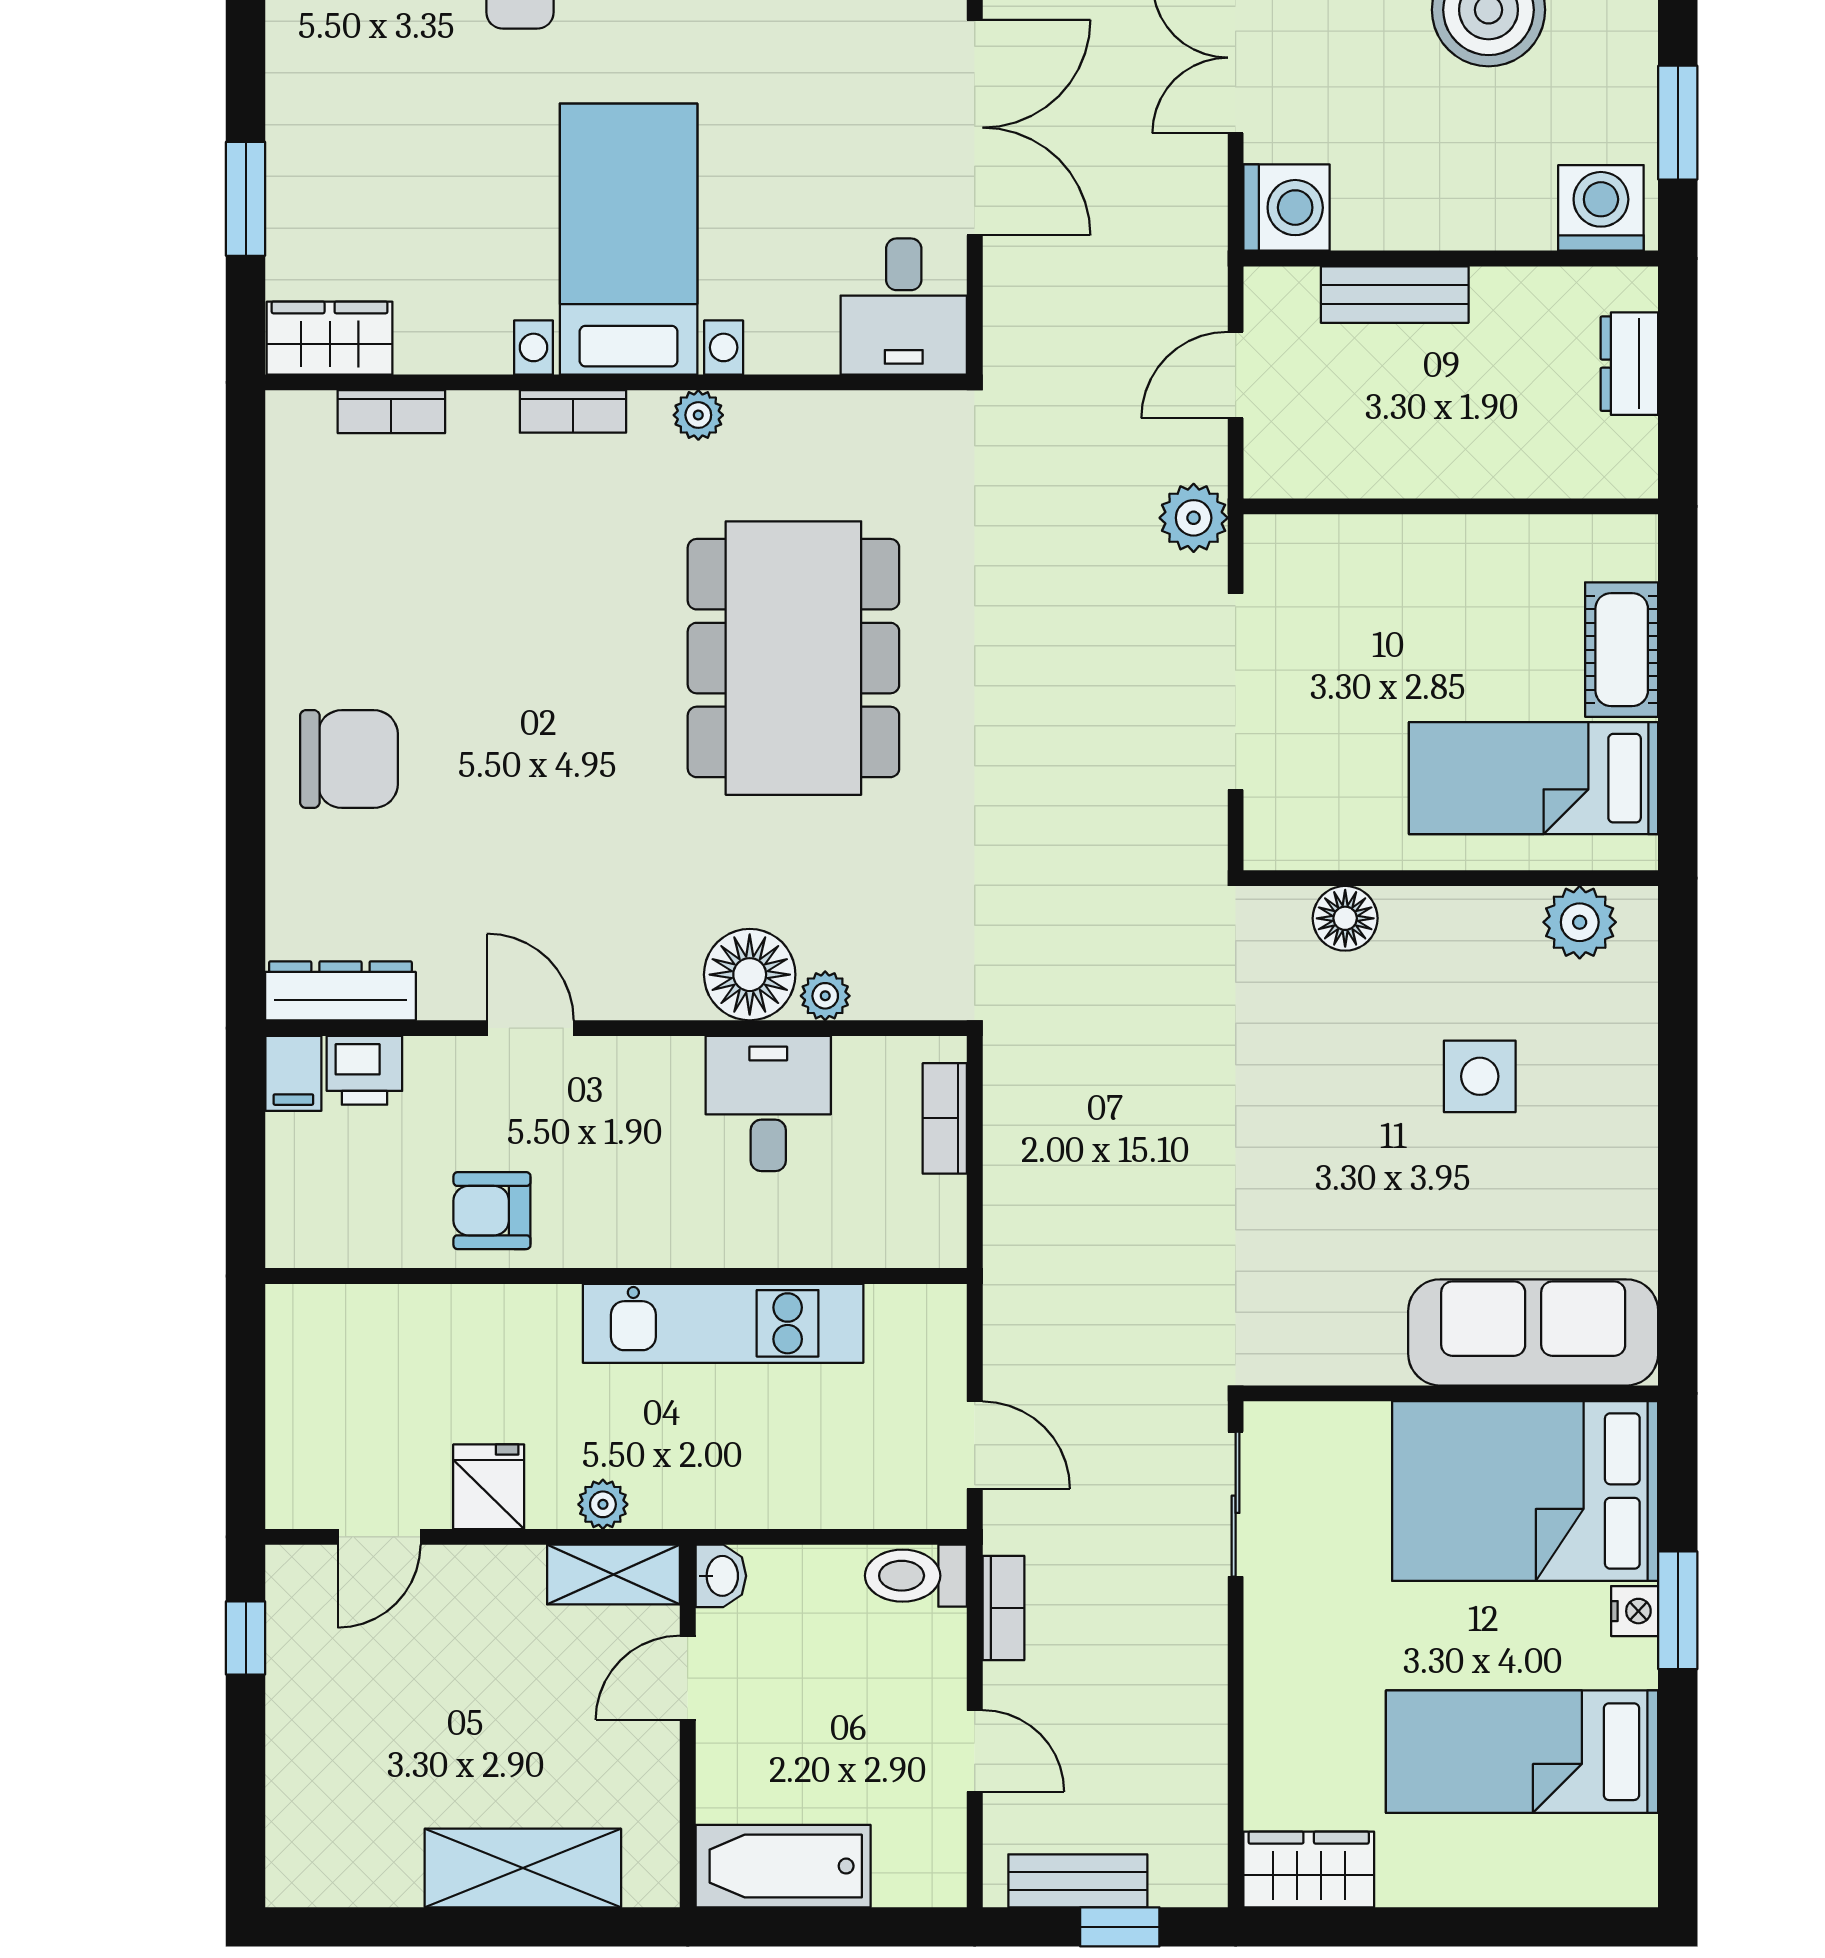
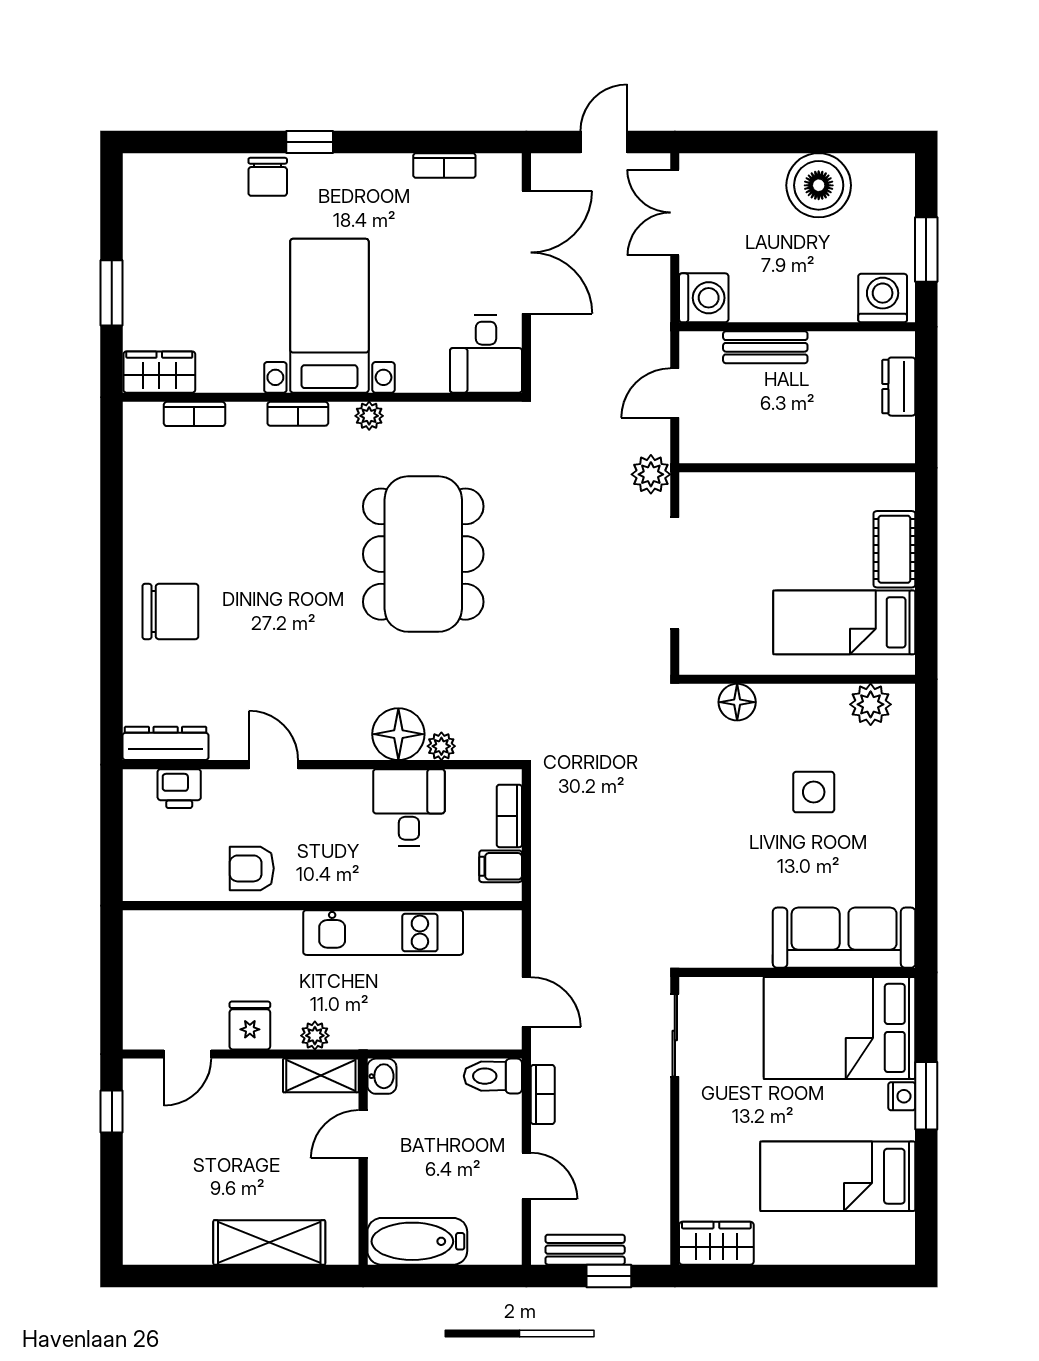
filing cabinet: (293, 1073) -> (501, 866), moved, turned 90

